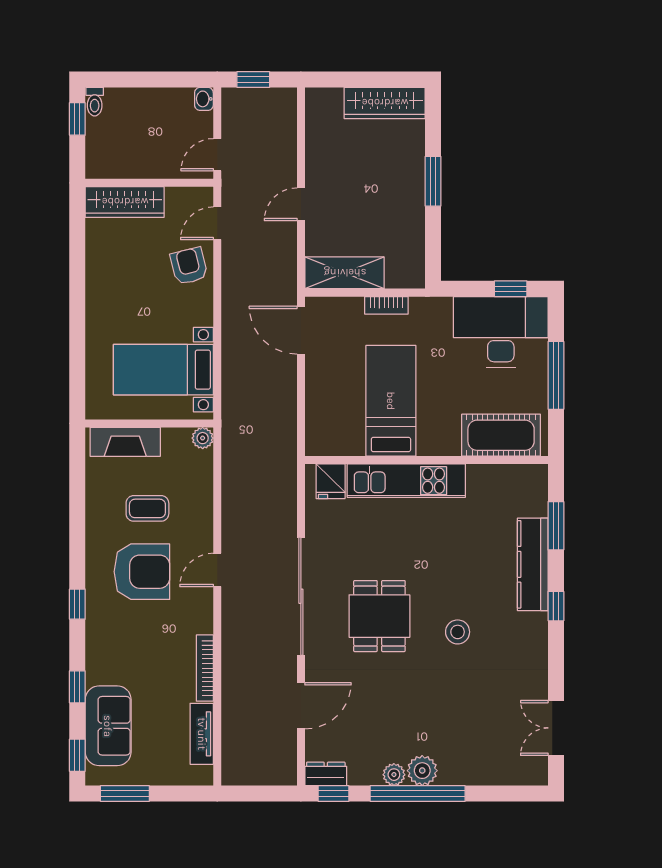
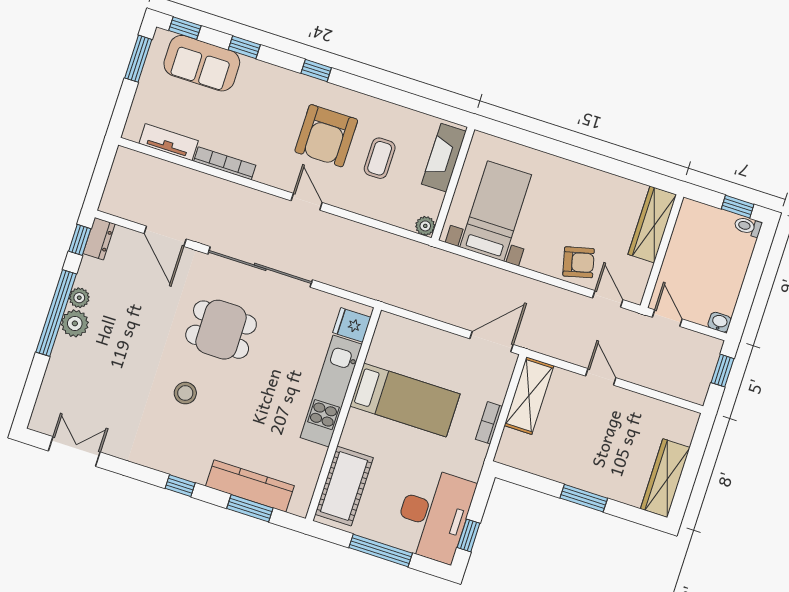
kitchen counter: (533, 564) -> (250, 486), moved

